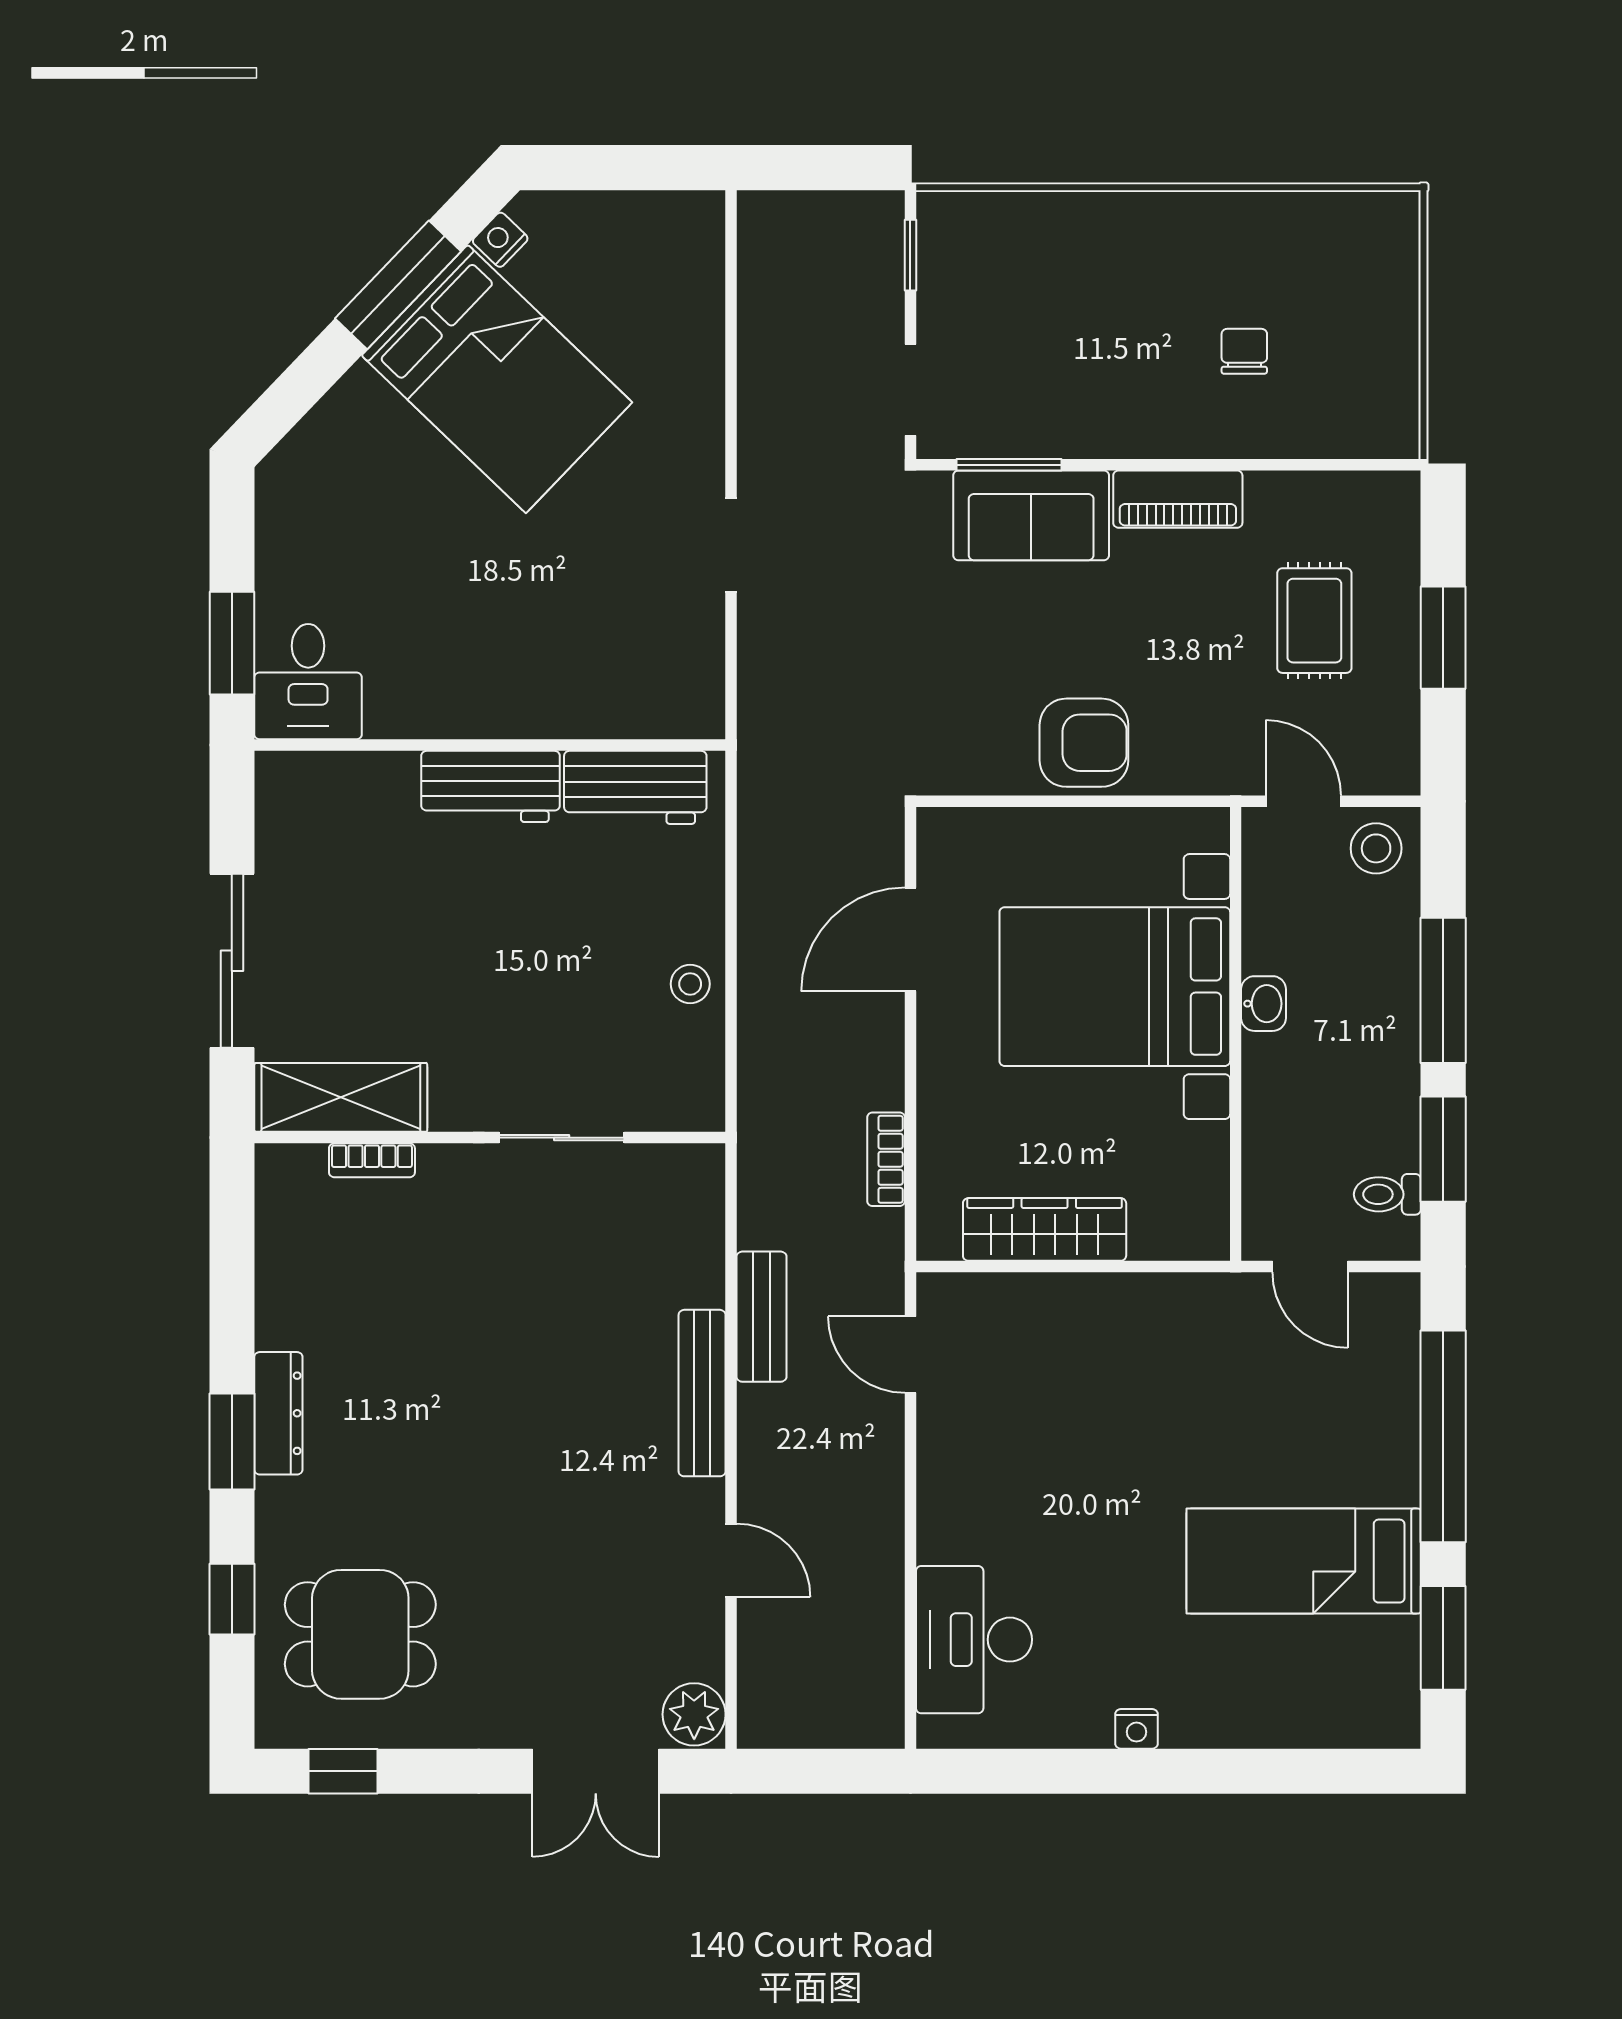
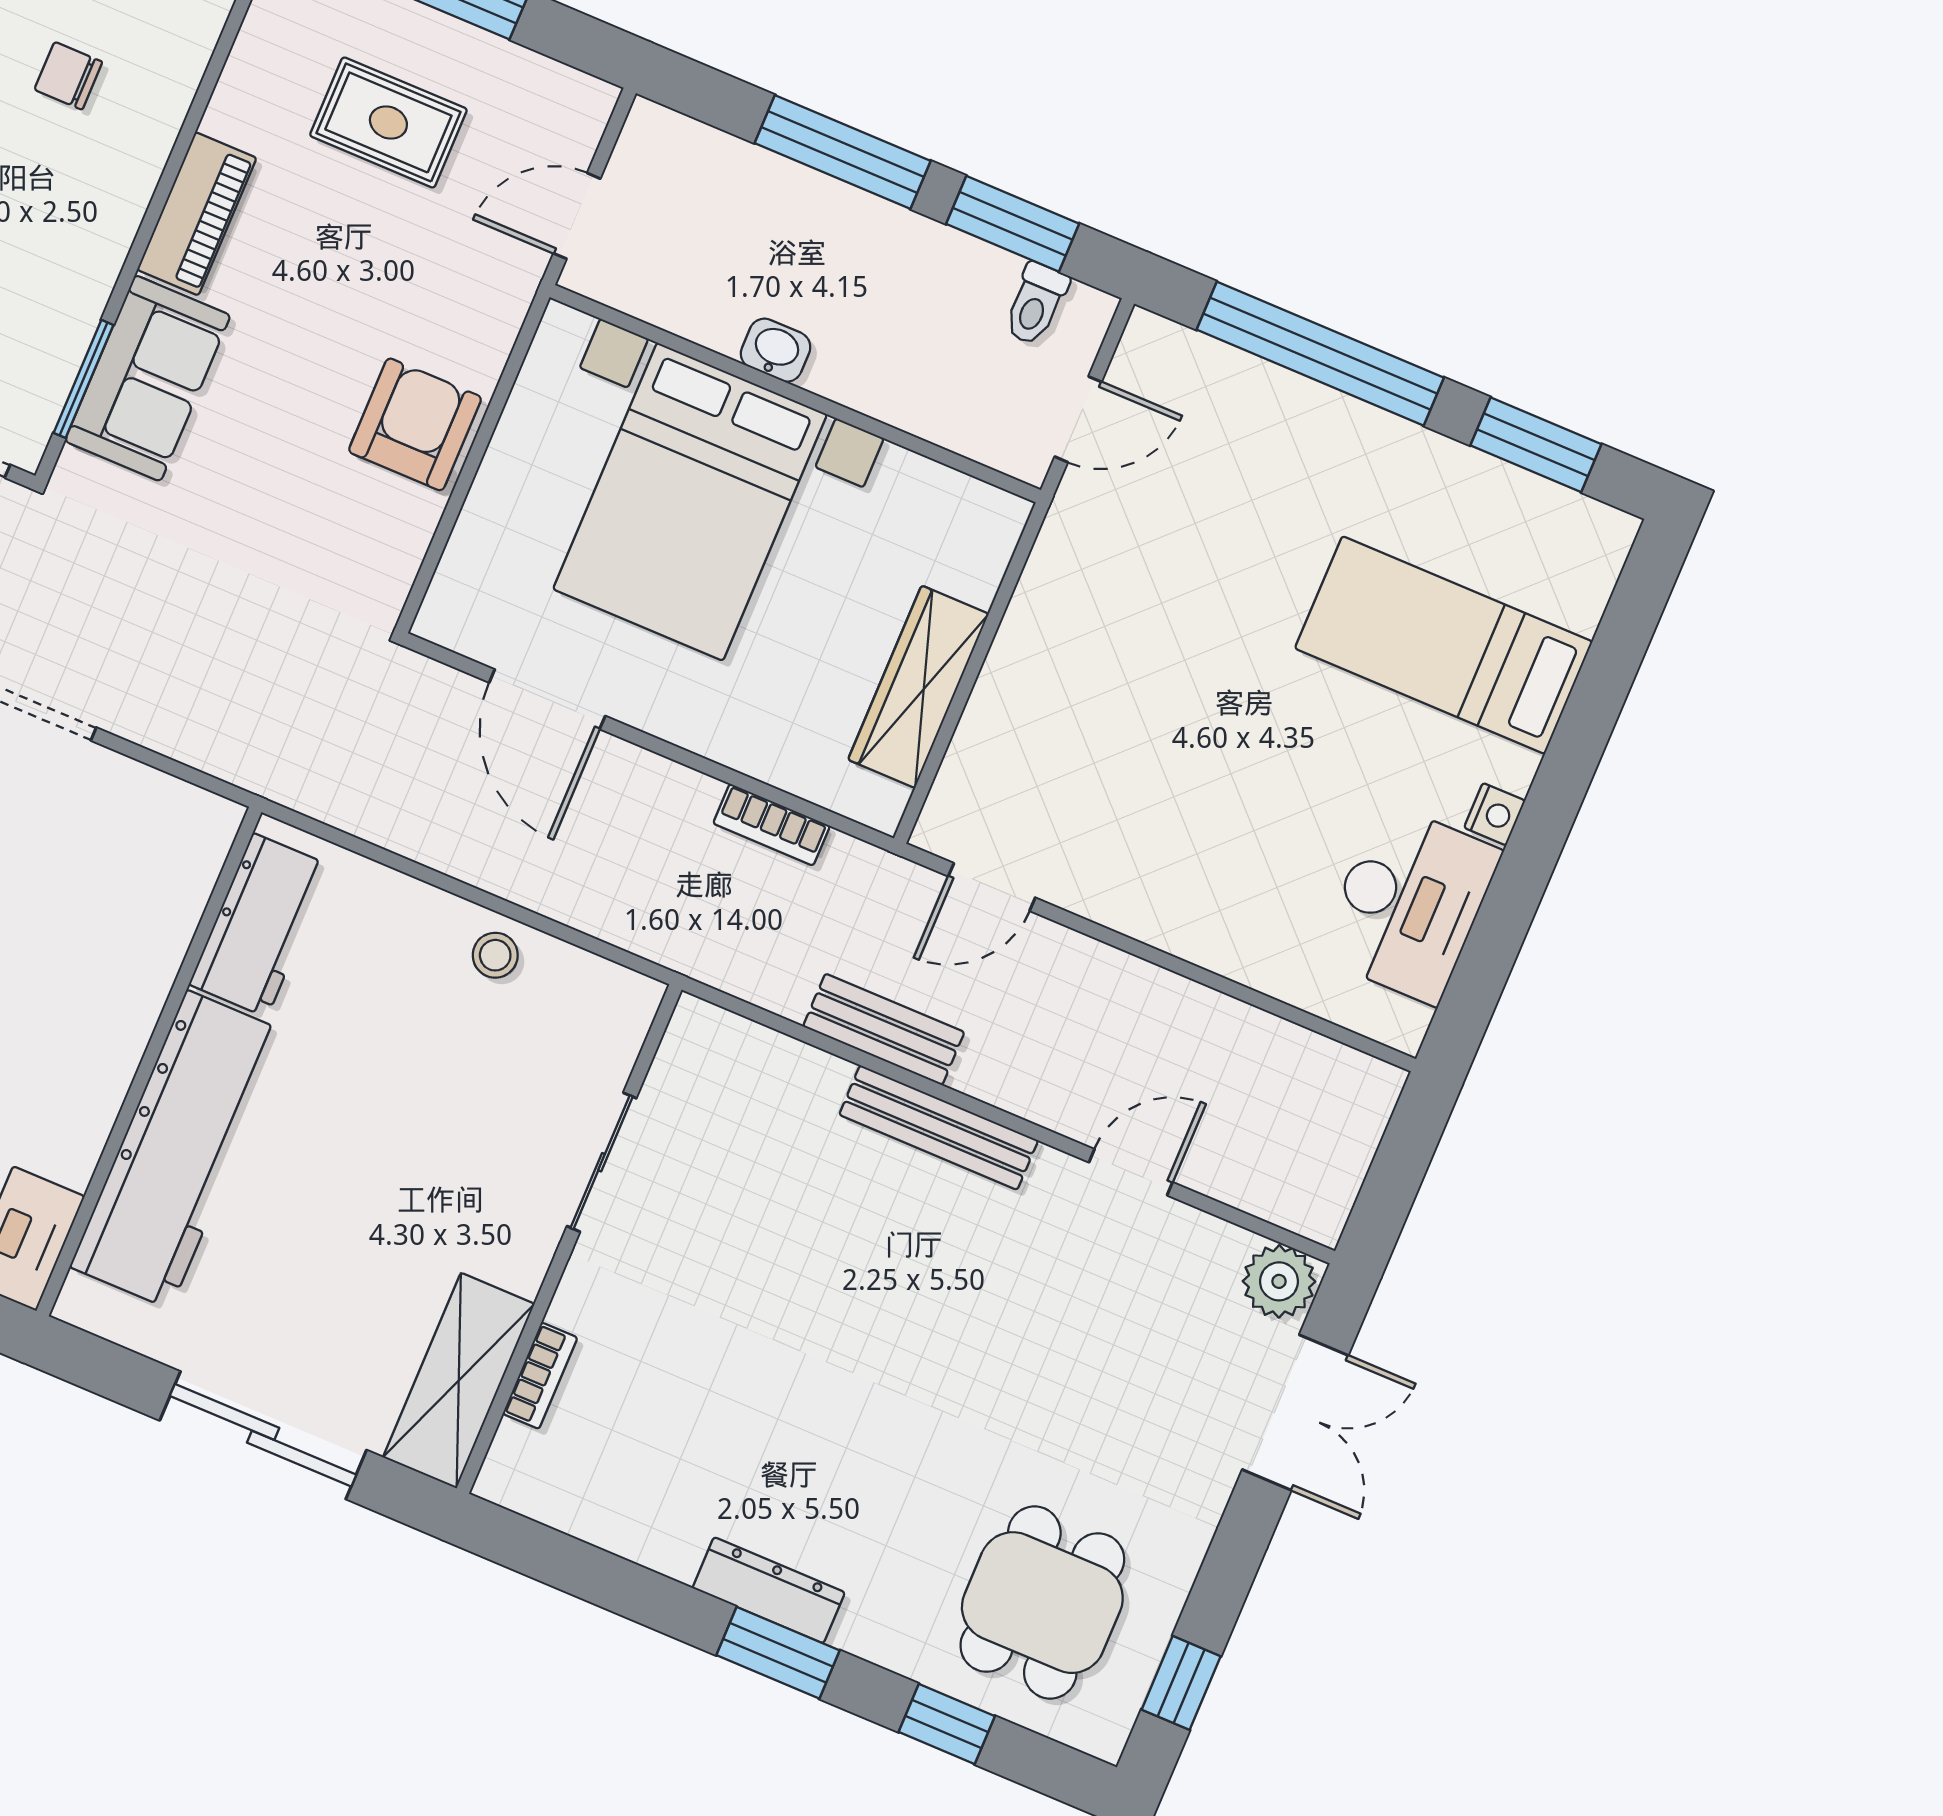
workbench: (491, 786) -> (178, 1150), width x1.88, depth x1.32
stool: (1376, 848) -> (660, 160), removed
bed: (1304, 1561) -> (1444, 645), moved, turned 90
desk: (974, 1640) -> (1409, 903), moved, turned -90

